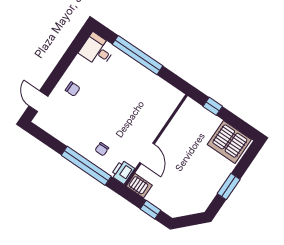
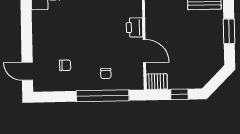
chair: (73, 89) -> (65, 65), moved
printer: (123, 172) -> (135, 27), moved

